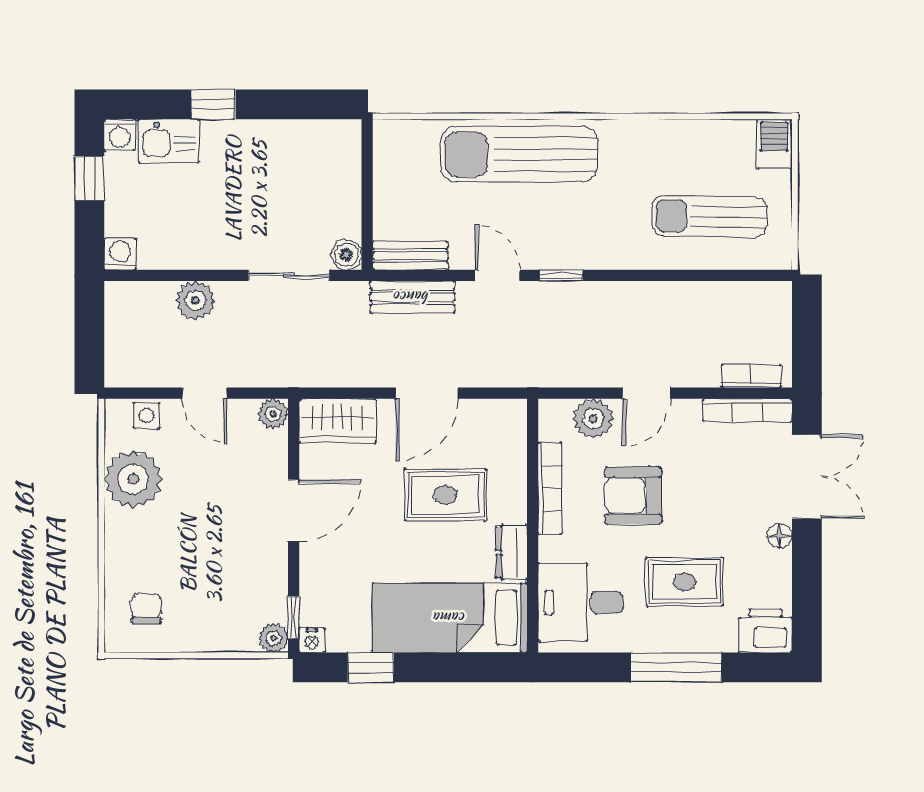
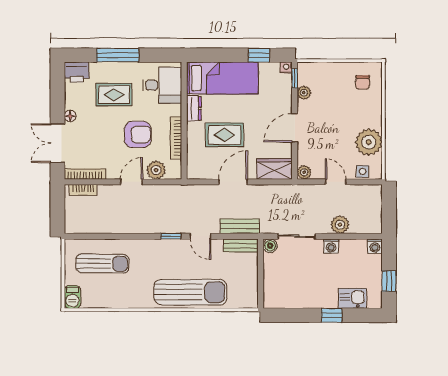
washing machine: (120, 135) -> (331, 246), moved, turned 180
plant: (273, 638) -> (304, 93), moved

